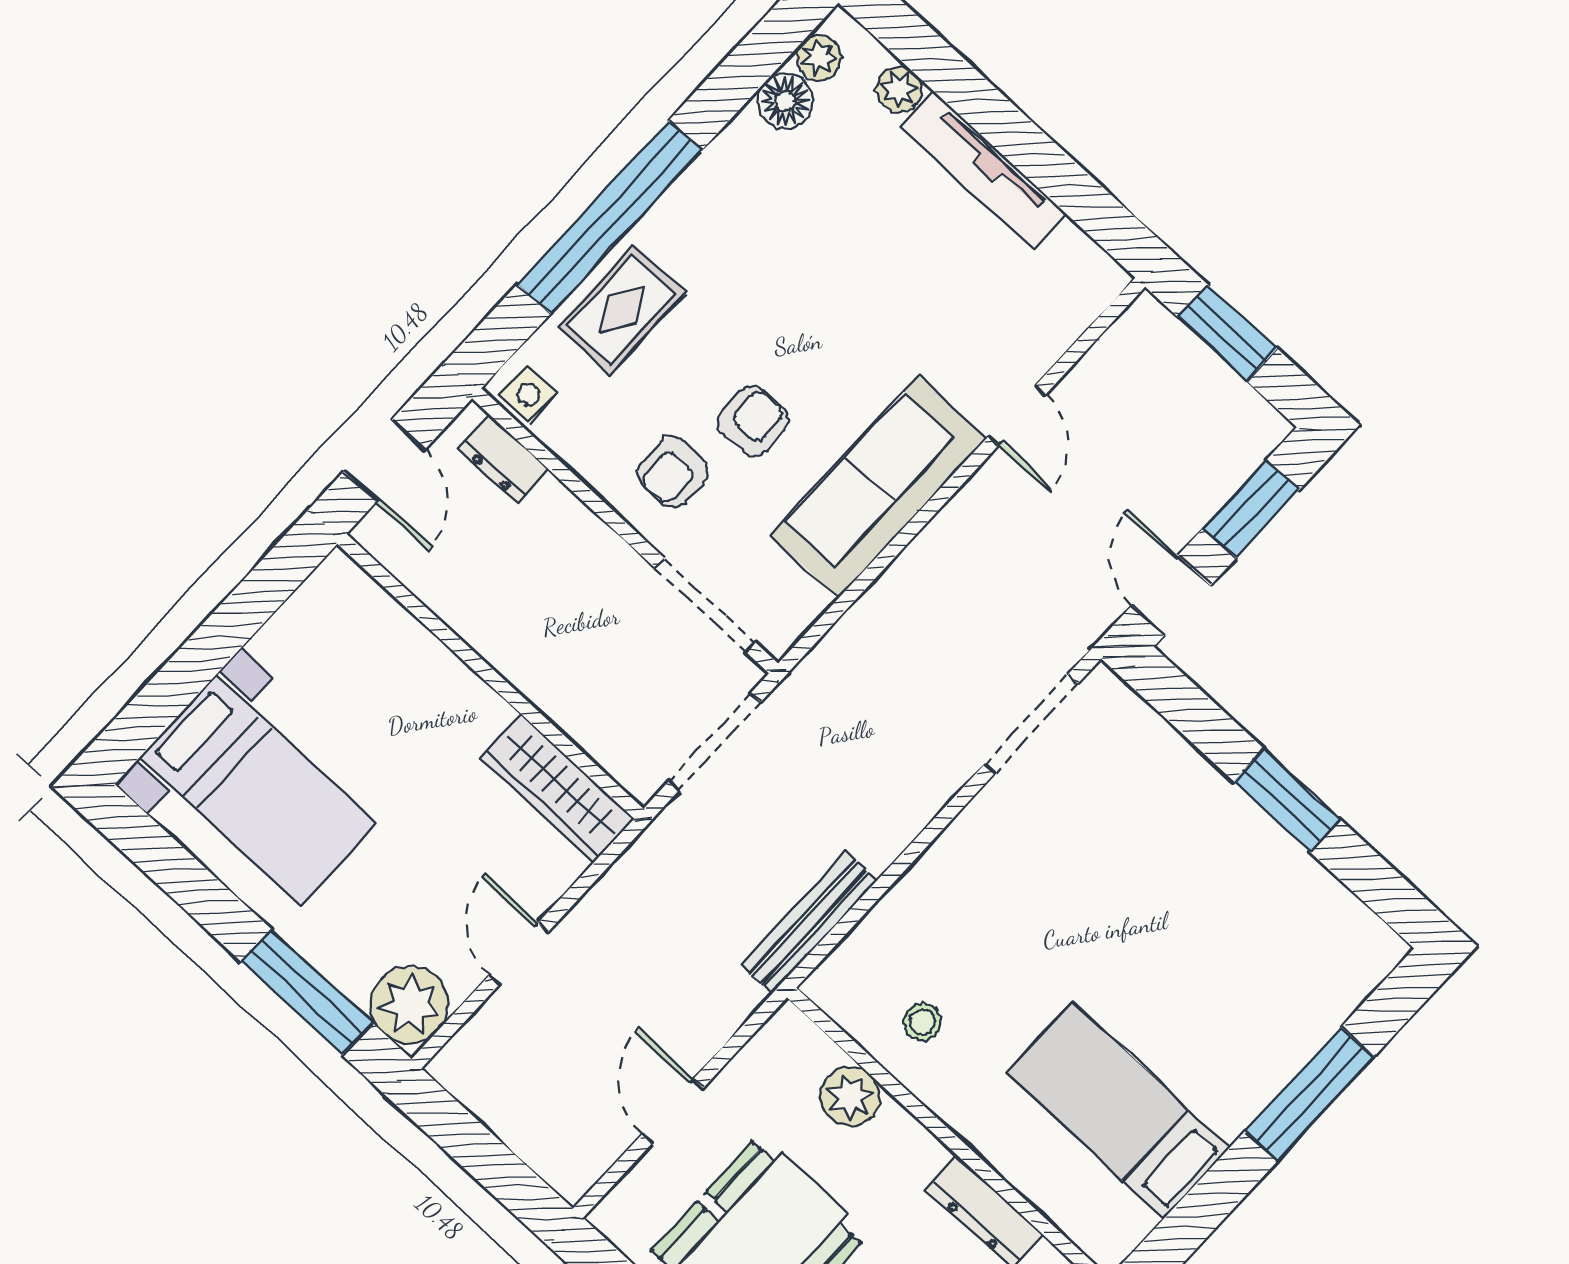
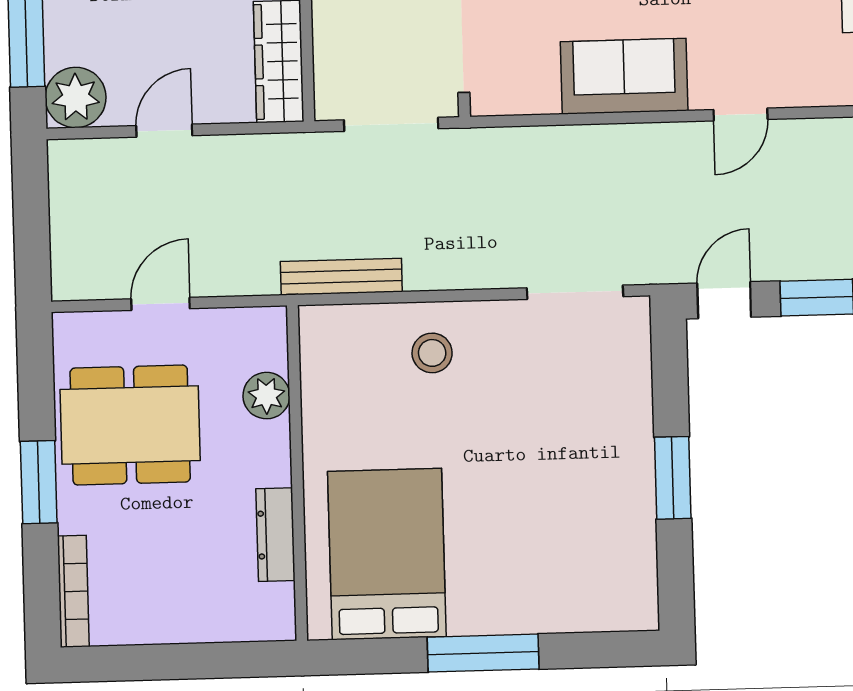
sofa: (879, 487) -> (624, 76), width x0.73
stool: (923, 1022) -> (432, 353), moved, width x1.37, depth x1.37
window: (1310, 1094) -> (483, 653), moved
bed: (1118, 1110) -> (387, 554), width x1.50

